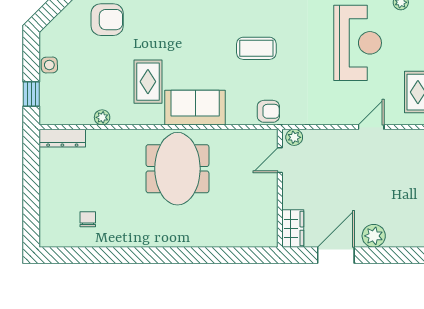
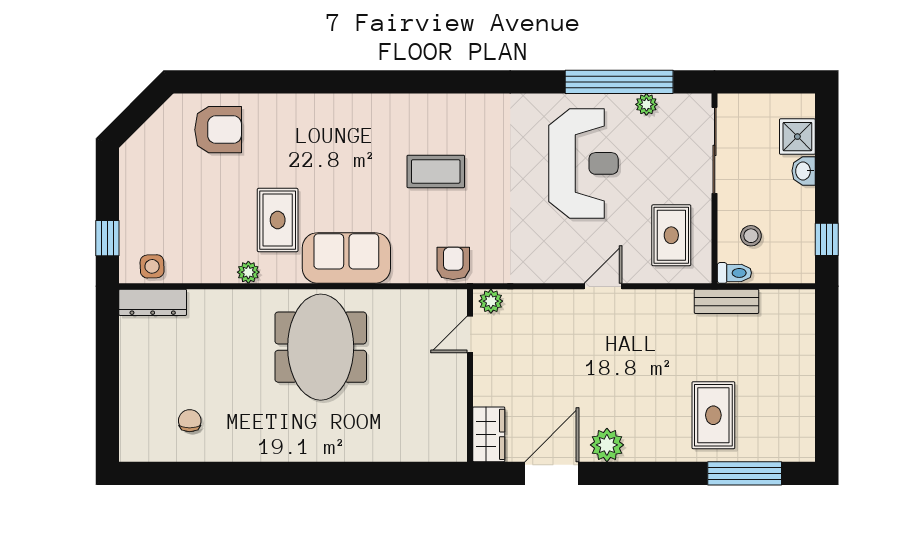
side table: (49, 65) -> (152, 266), moved
armchair: (268, 111) -> (453, 263), turned -90
plant: (102, 117) -> (248, 272), moved

